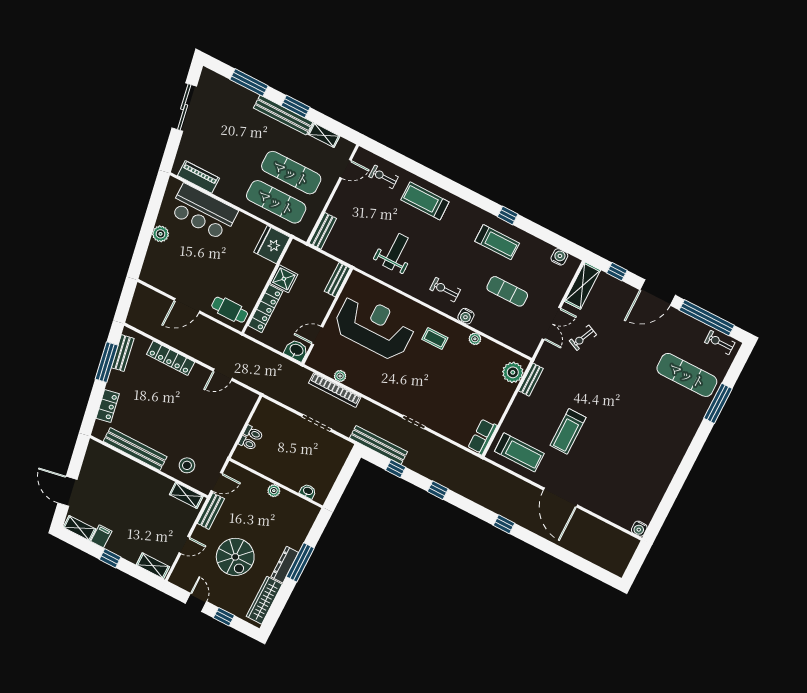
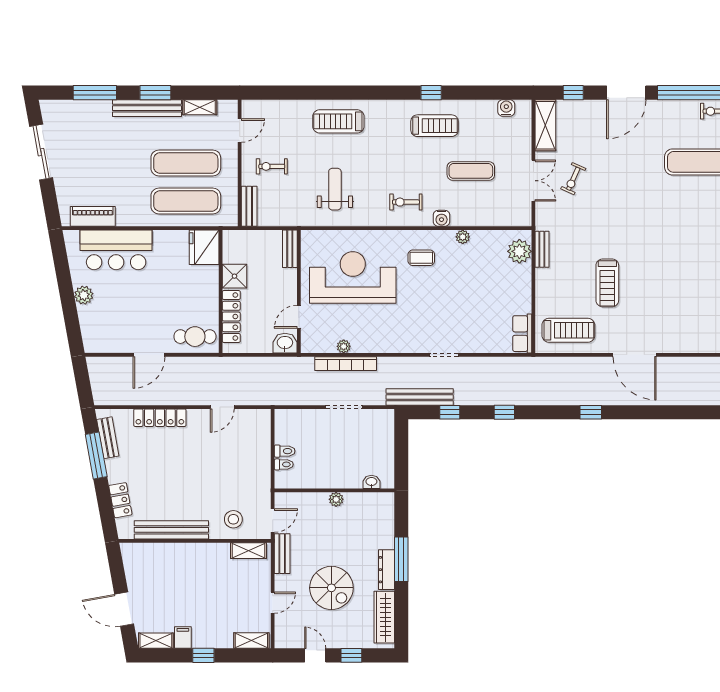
exercise bike: (384, 177) -> (272, 166), moved

